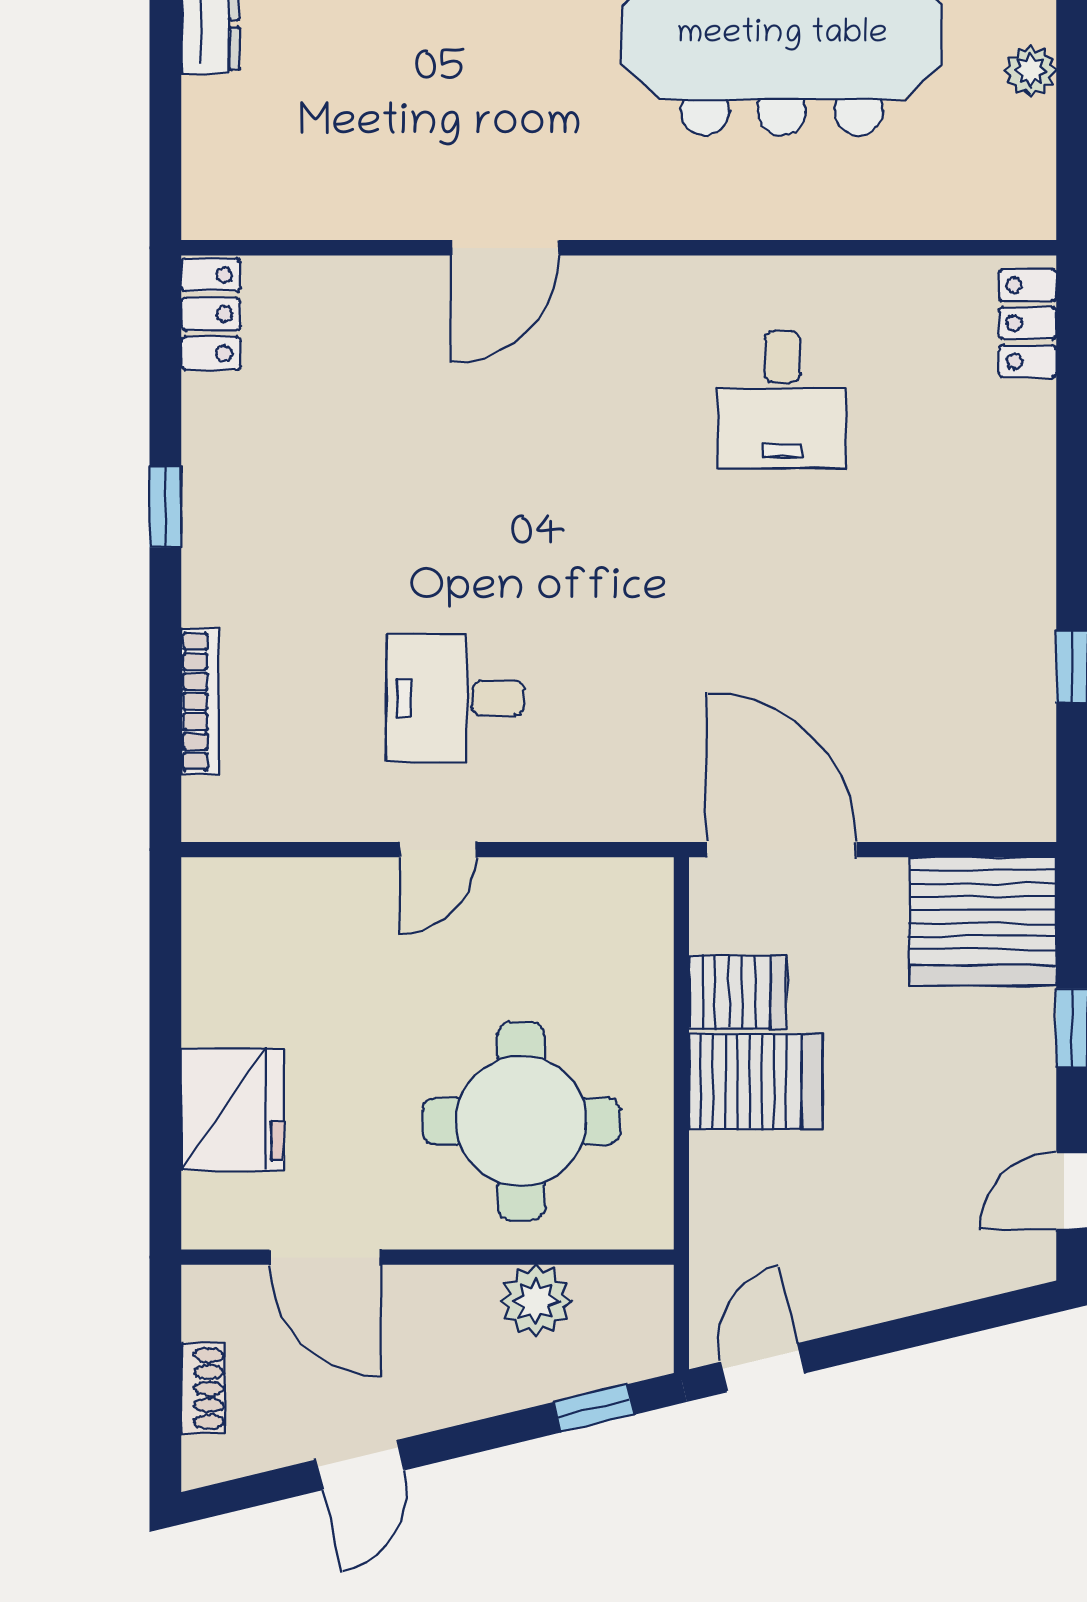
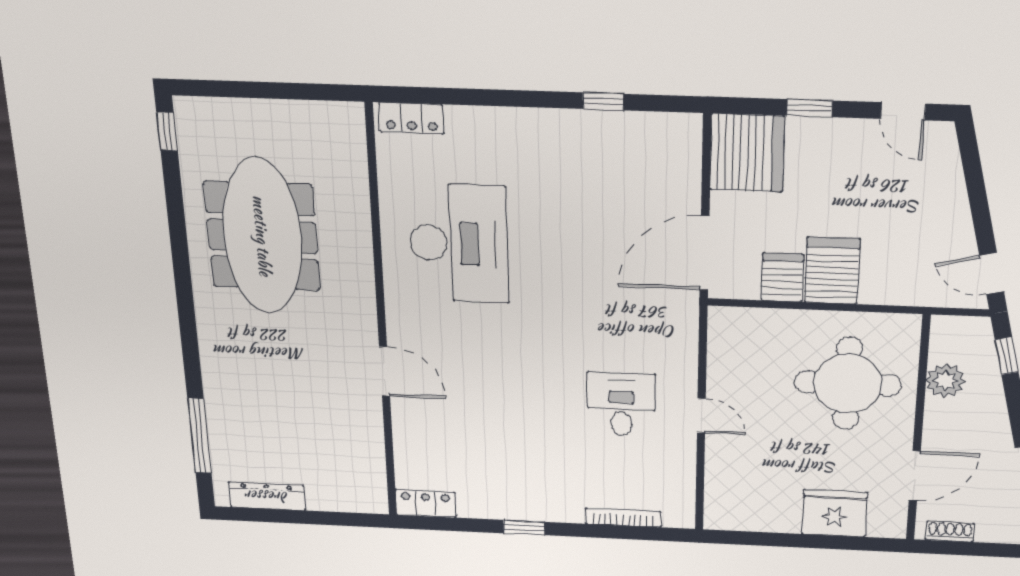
plant: (1030, 71) -> (271, 112), removed
desk: (782, 399) -> (459, 243), width x1.87, depth x1.30
desk: (455, 698) -> (621, 404), turned 180
shoe rack: (203, 1389) -> (950, 531), moved

